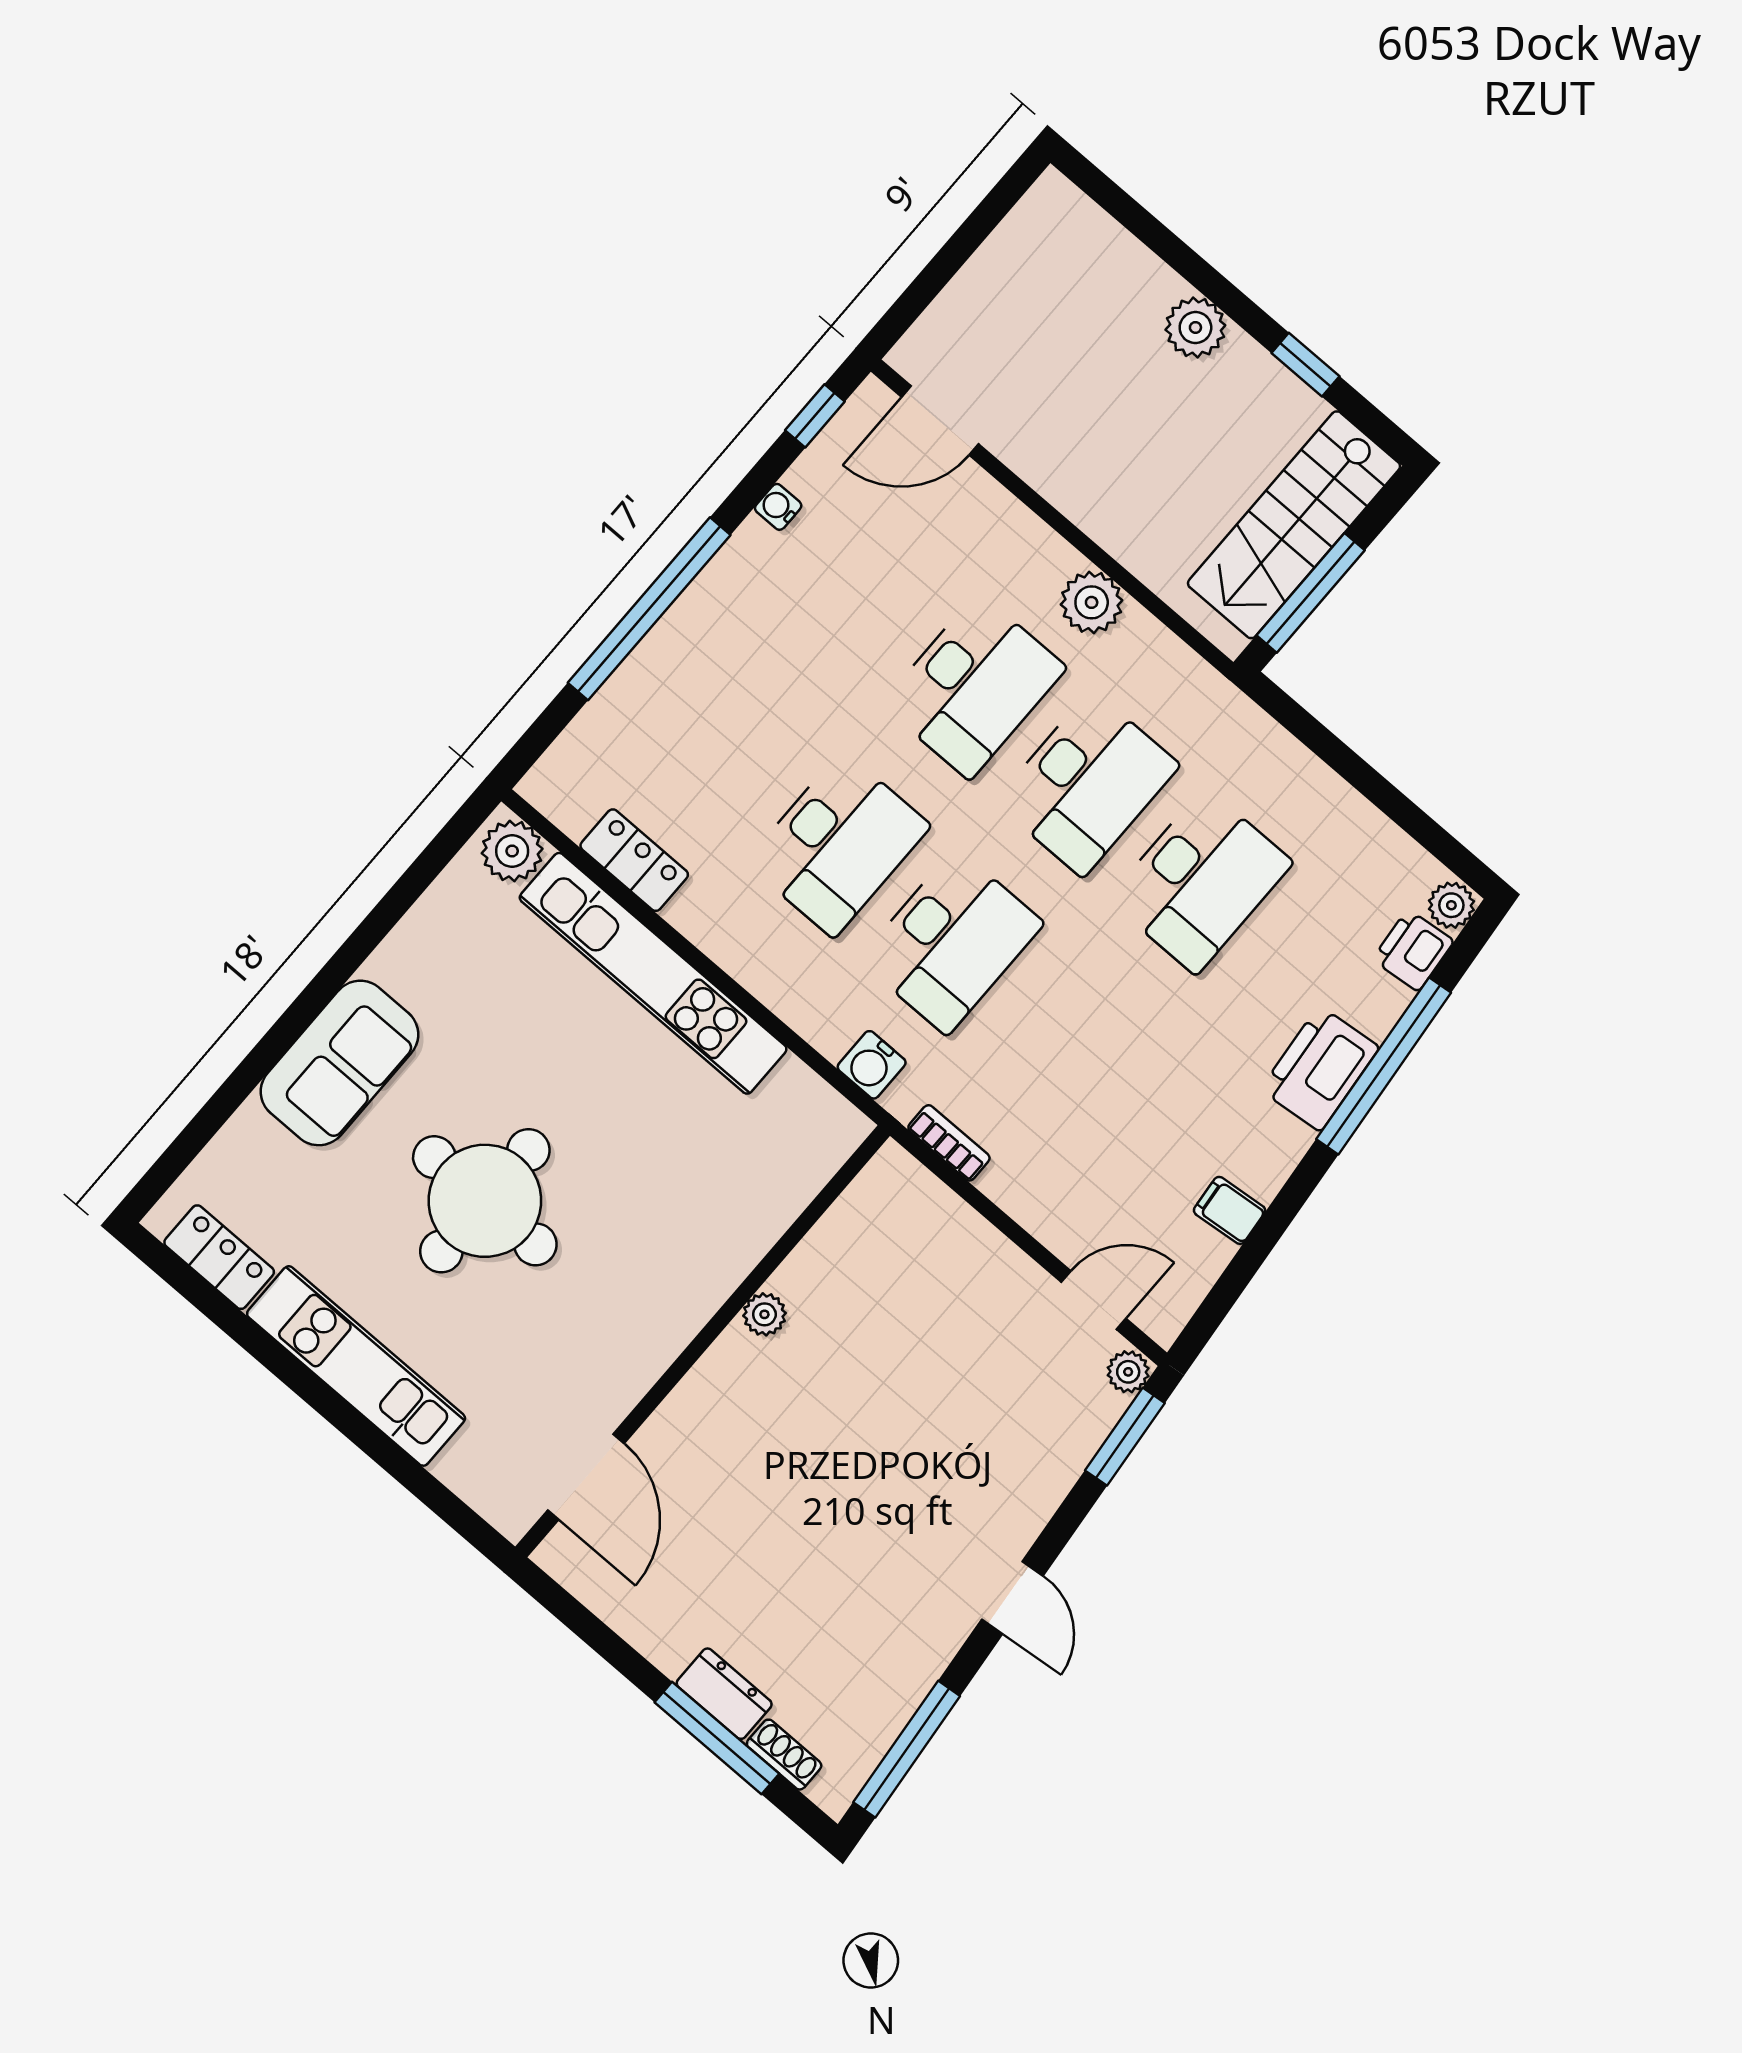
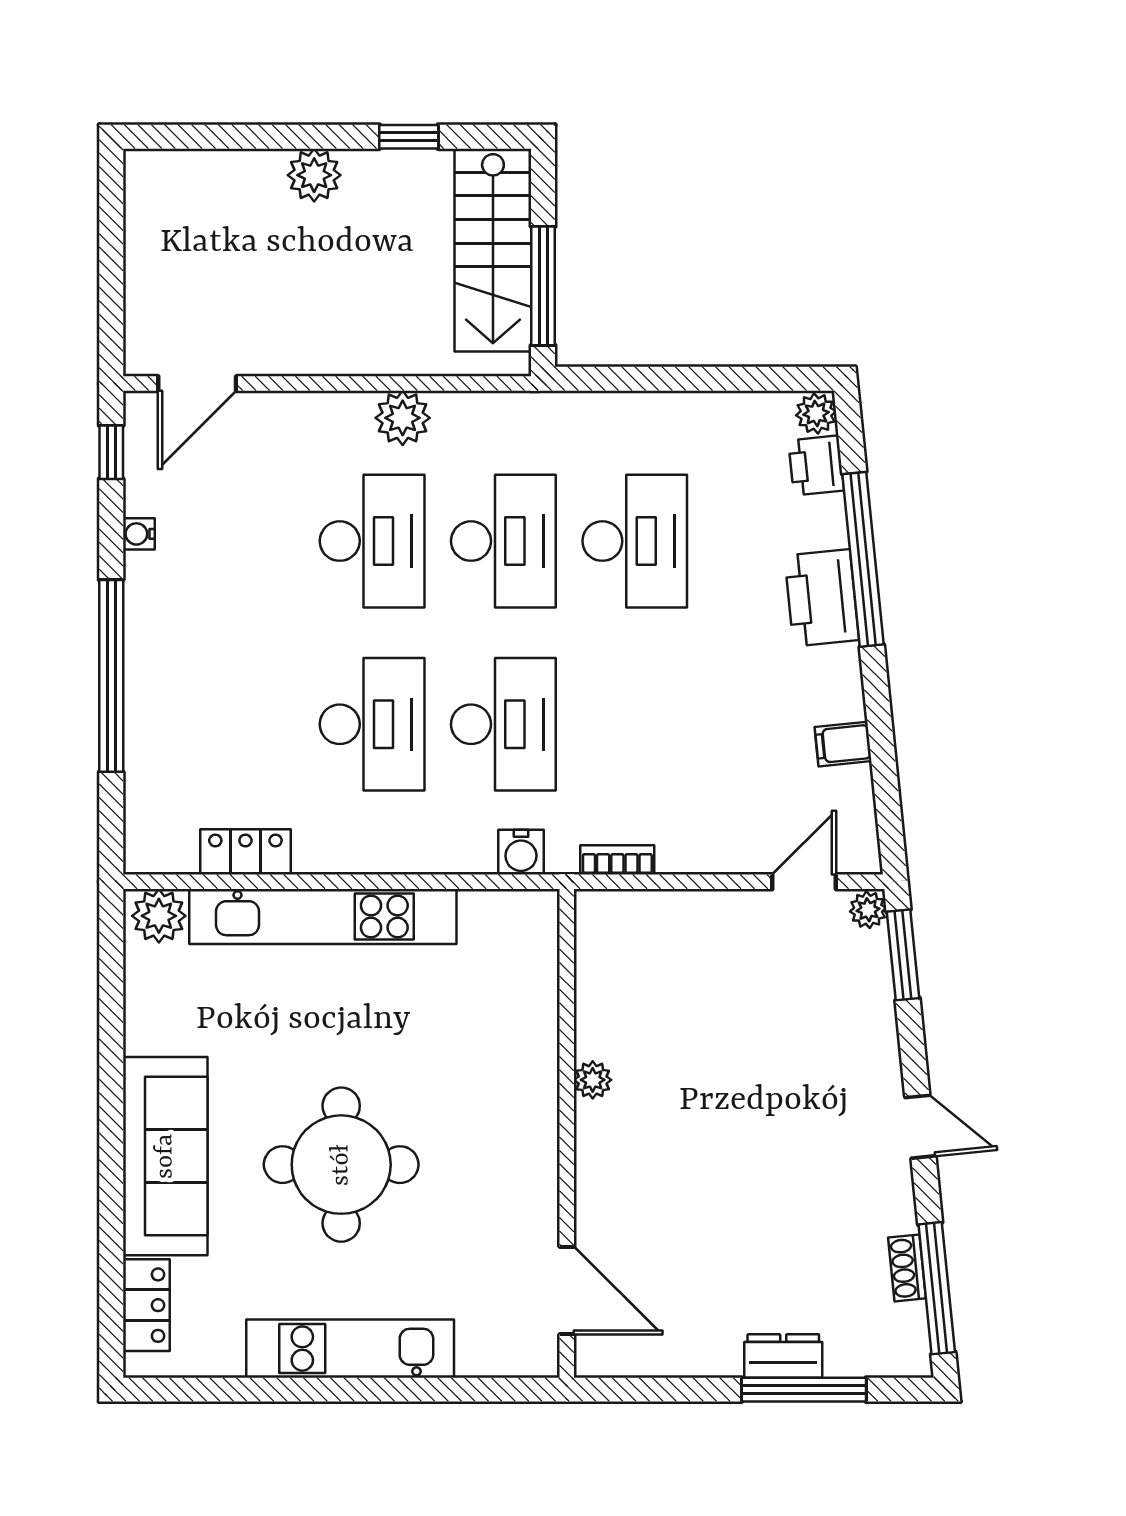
sofa: (339, 1063) -> (165, 1156), width x1.36
locker: (219, 1257) -> (146, 1305), moved, turned 90
shoe rack: (784, 1755) -> (907, 1268), moved, turned -96

